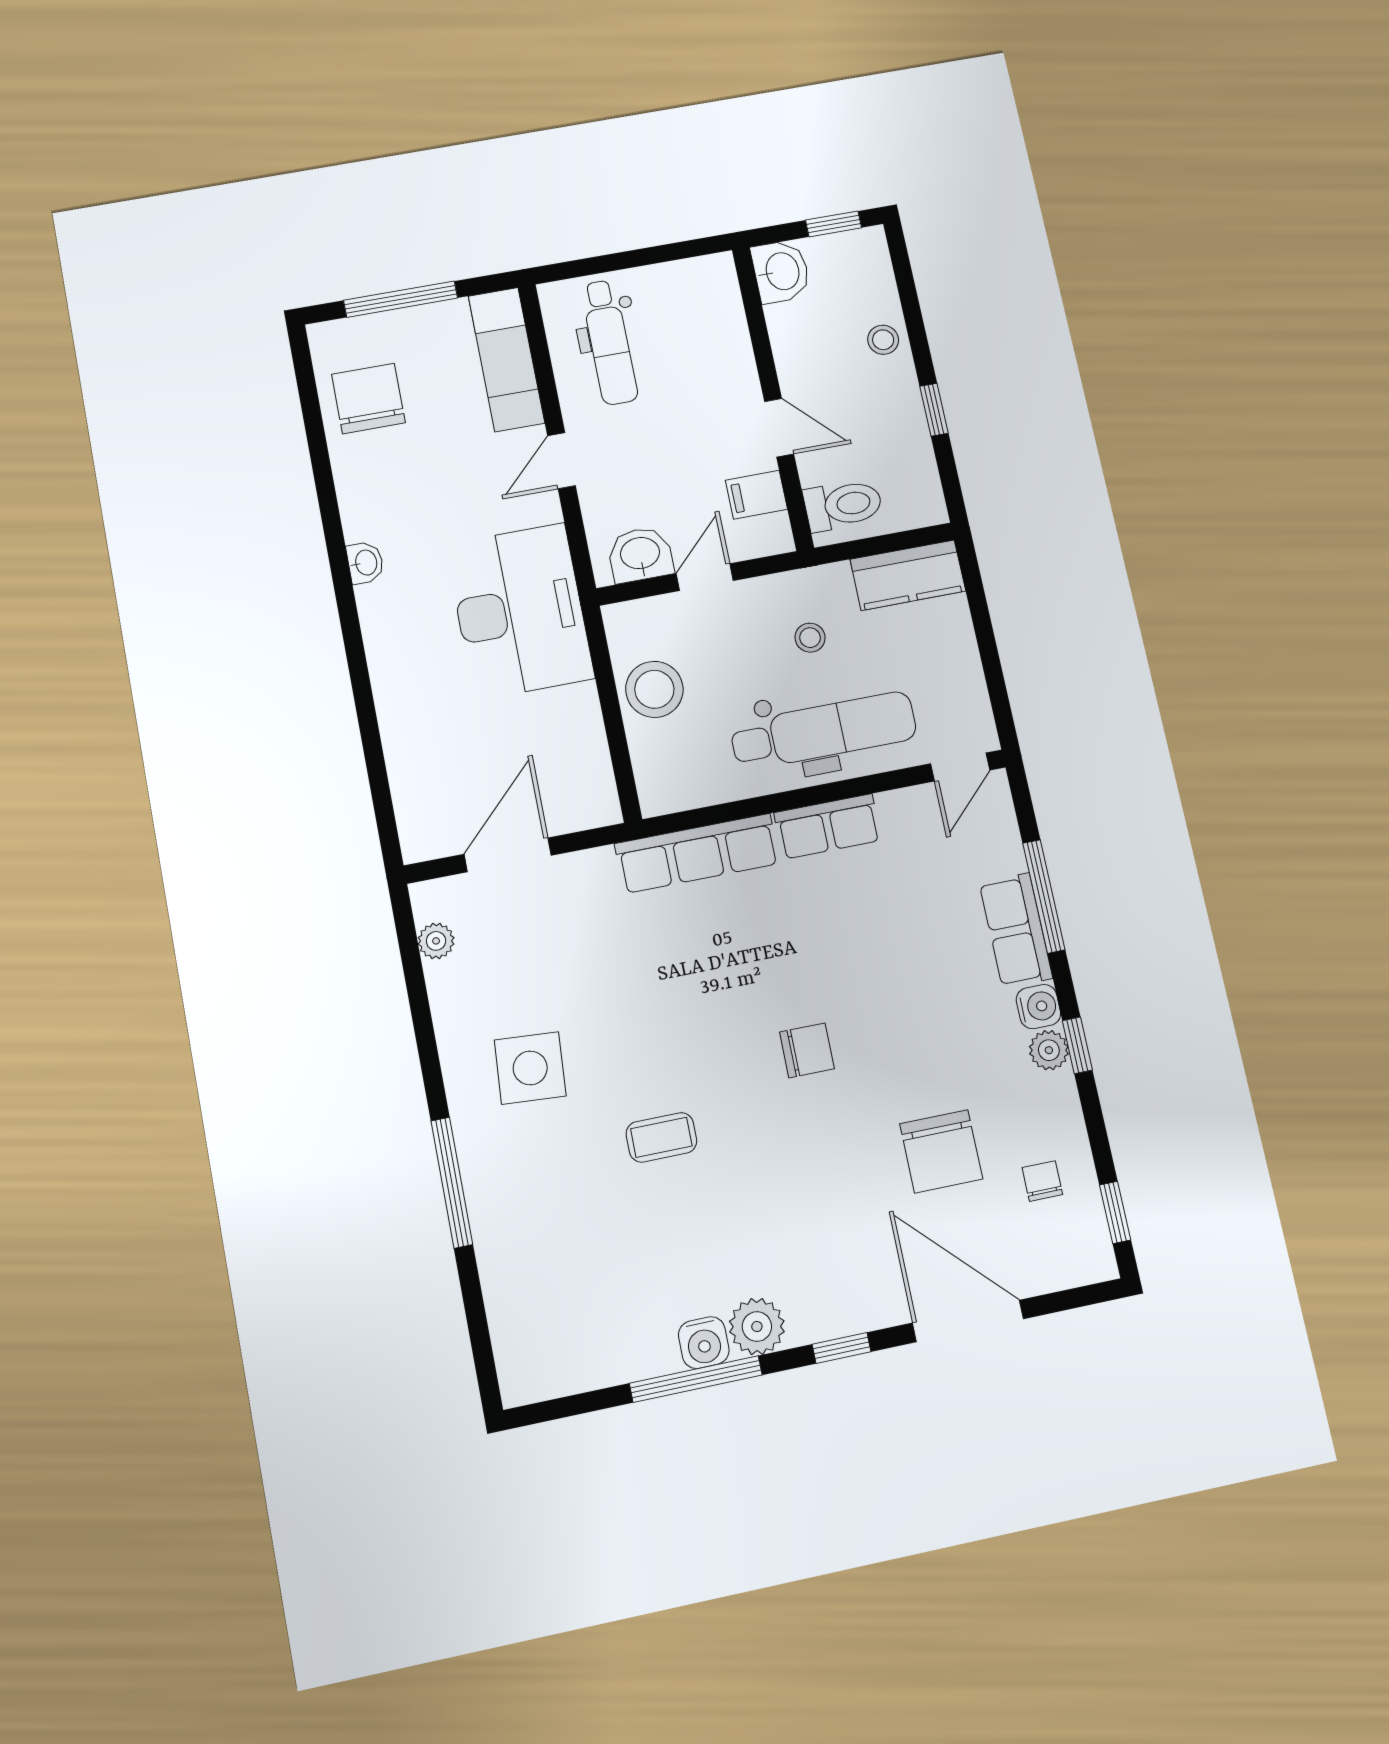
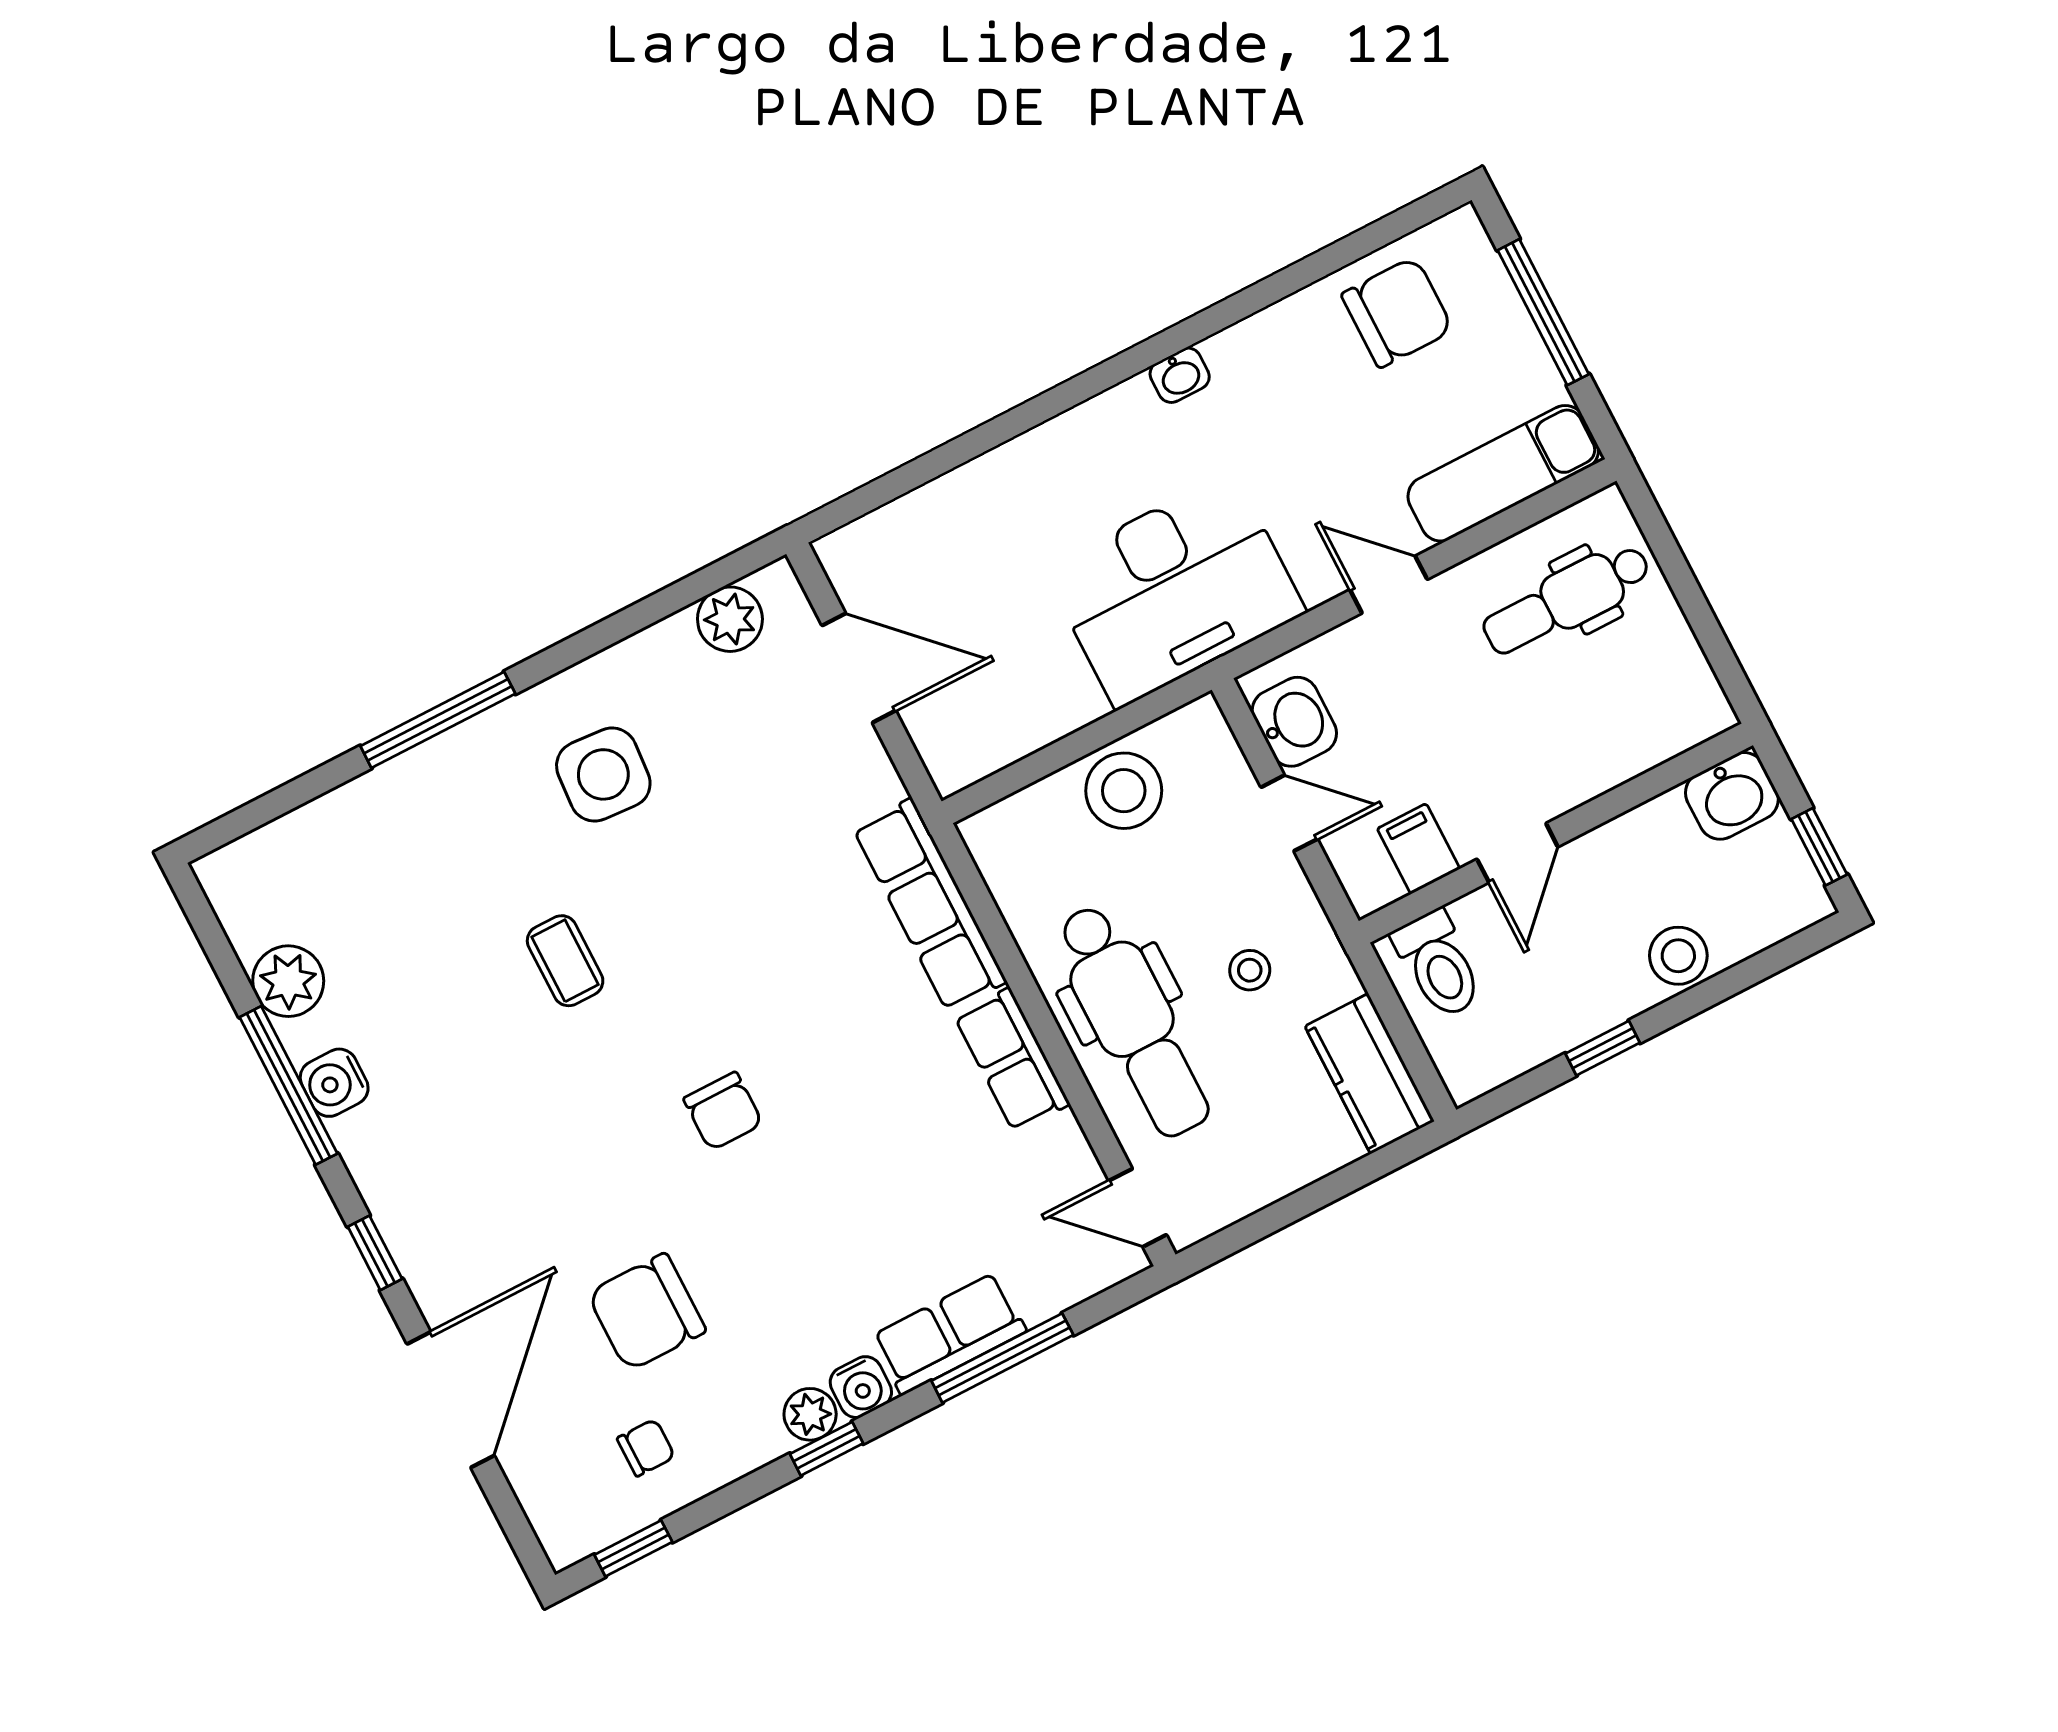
stool: (883, 340) -> (1678, 956), width x1.37, depth x1.37
plant: (436, 941) -> (730, 619), width x1.38, depth x1.38
plant: (757, 1326) -> (288, 981), moved

